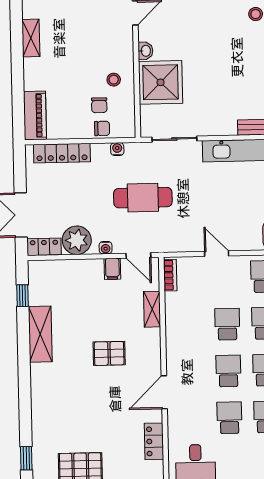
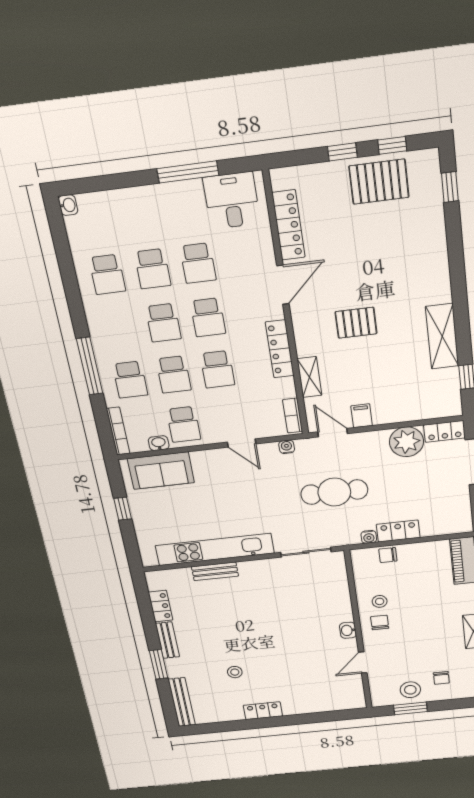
shower: (161, 82) -> (328, 603), removed
chair: (99, 105) -> (380, 622), moved
locker: (62, 153) -> (398, 531), moved, width x0.66
water cooler: (106, 248) -> (287, 447), moved
locker: (174, 337) -> (280, 349), added
locker: (154, 441) -> (288, 225), width x1.53

